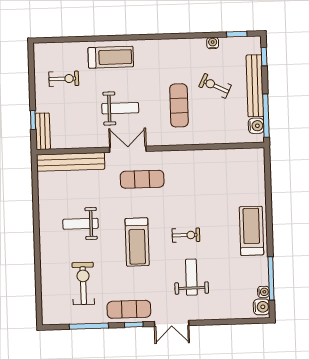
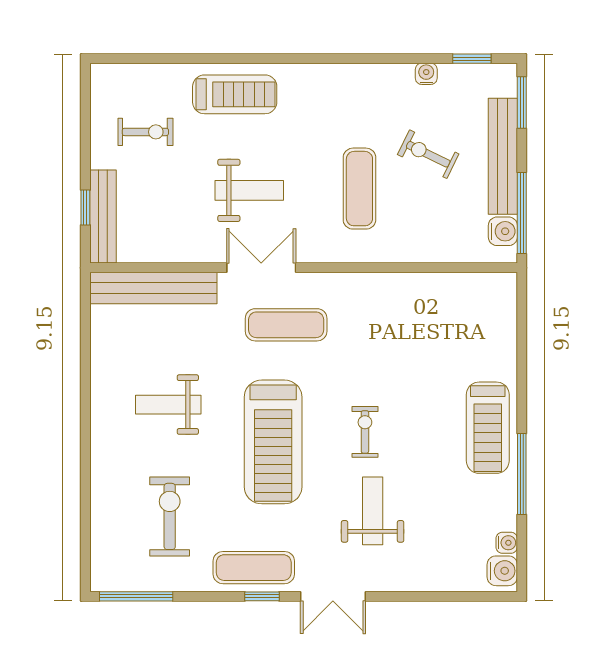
window: (264, 57) -> (522, 102), width x1.50
bench: (43, 131) -> (103, 217), width x1.36
treadmill: (251, 231) -> (488, 428), turned 180
exercise bike: (186, 235) -> (365, 432), turned -90
treadmill: (137, 242) -> (273, 442), width x1.37, depth x1.38
window: (271, 278) -> (522, 474), moved
window: (89, 326) -> (136, 596), moved

